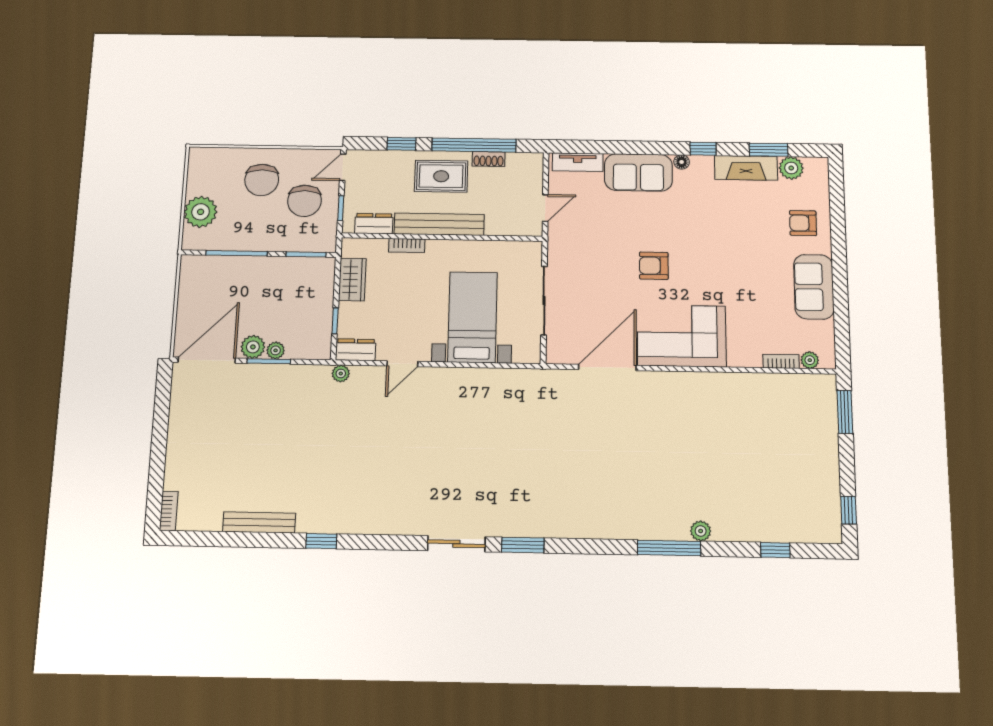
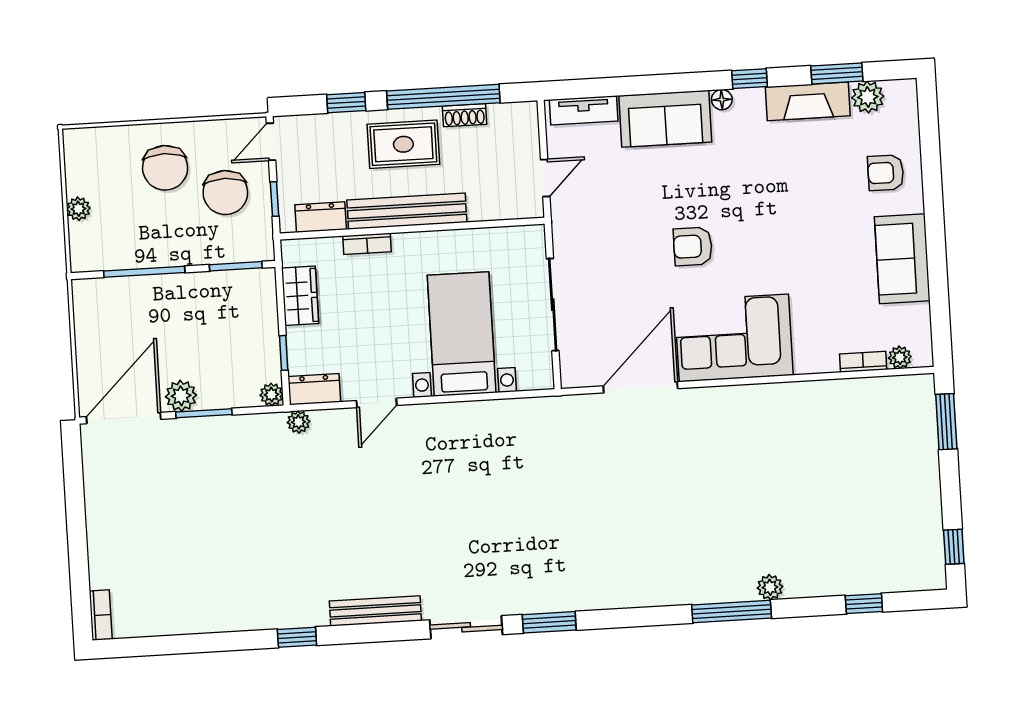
plant: (201, 212) -> (78, 209), width x0.53, depth x0.53
plant: (276, 350) -> (271, 395), moved
bench: (259, 522) -> (375, 611), moved

